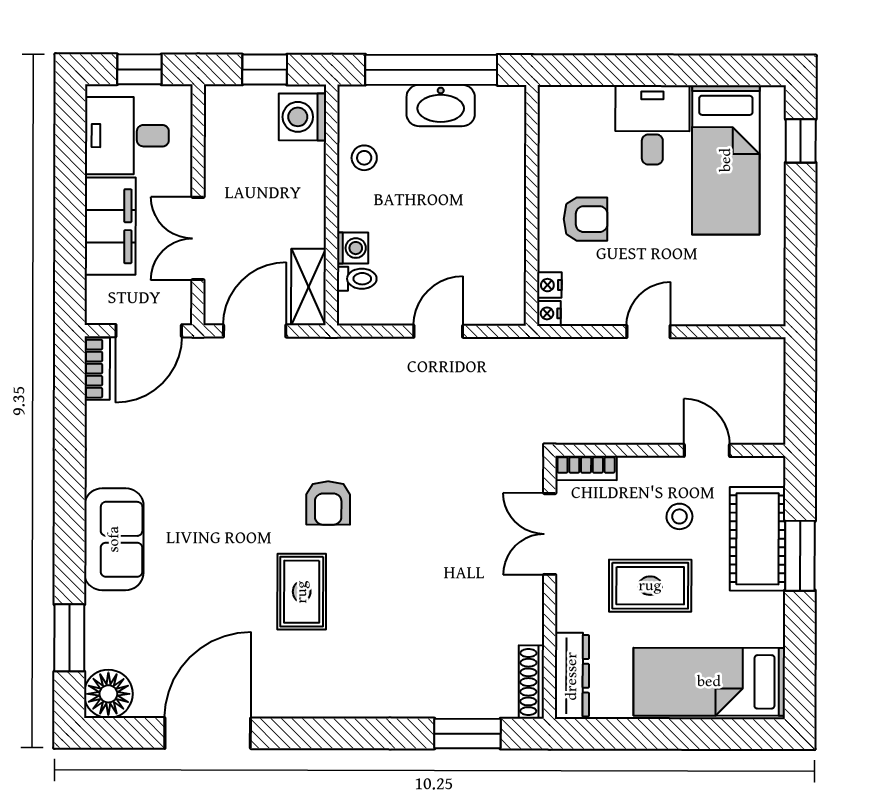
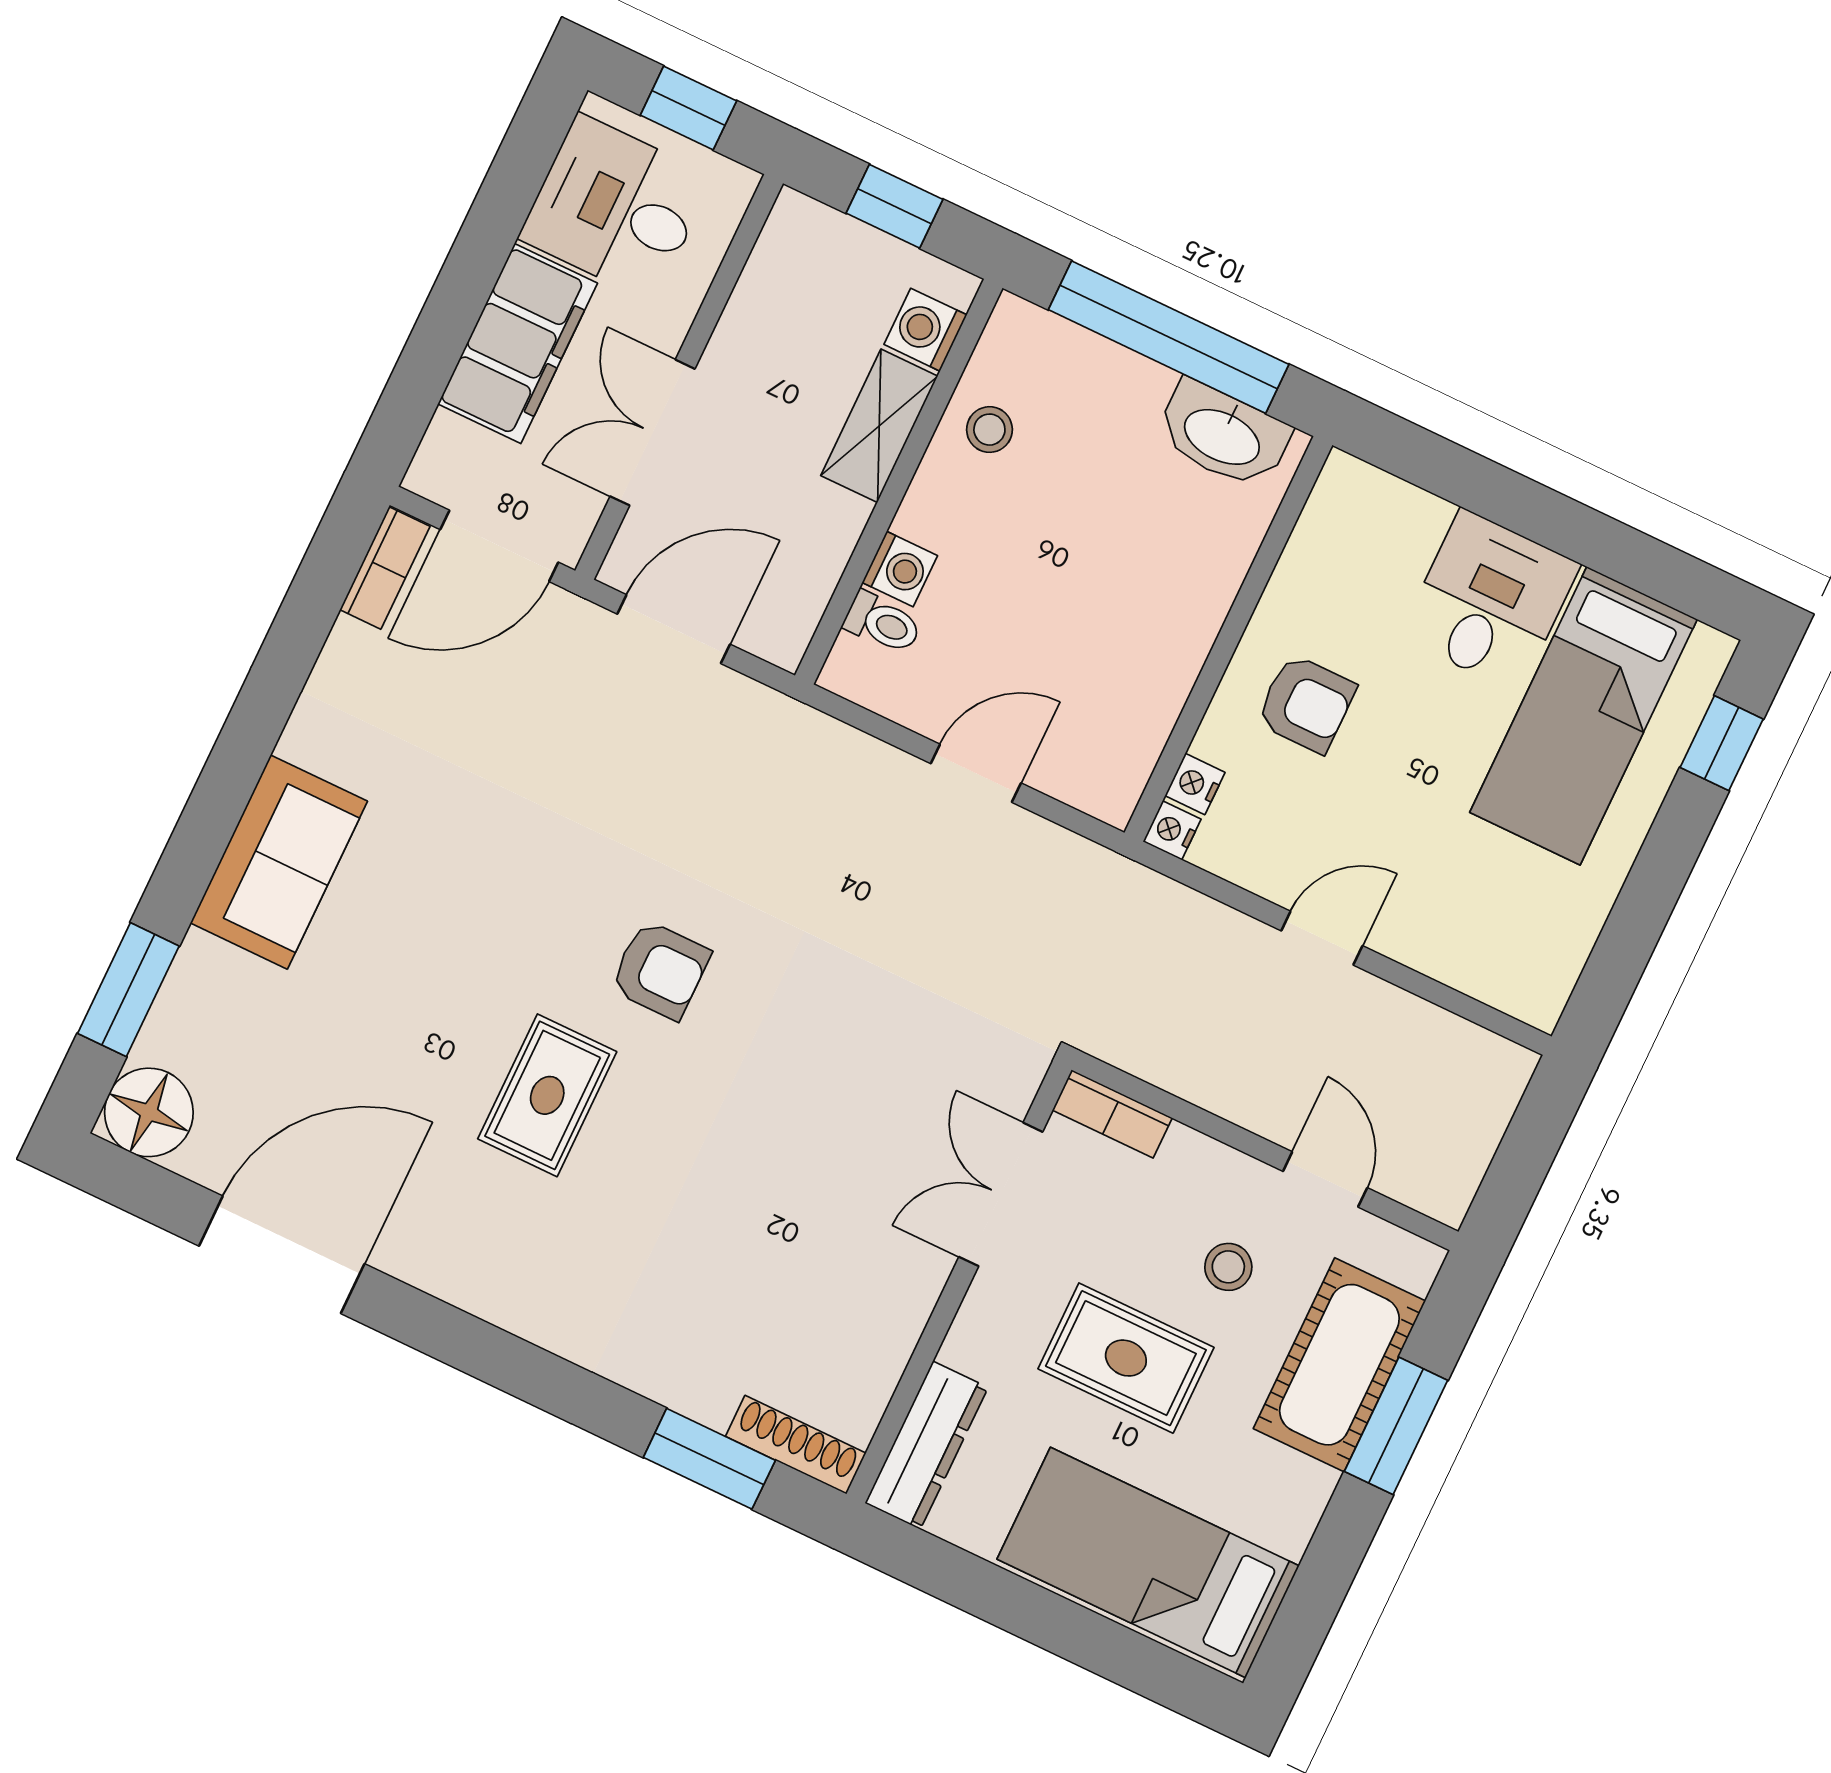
washbasin: (441, 105) -> (1223, 435), moved
washing machine: (303, 117) -> (925, 330), width x0.73, depth x0.73
shelving: (309, 287) -> (879, 426), moved
armchair: (328, 503) -> (660, 970), turned -90
shoe rack: (531, 682) -> (796, 1445), moved, turned 90

